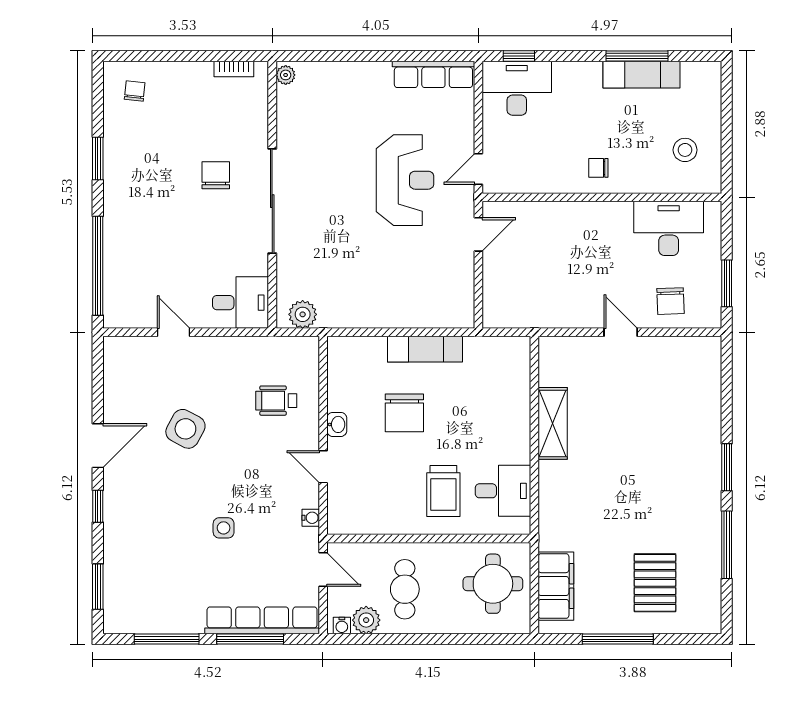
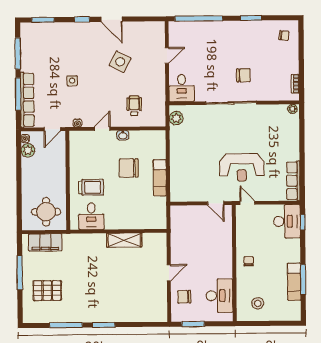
trolley: (443, 491) -> (91, 187), turned 180
cafe table: (405, 589) -> (43, 169), removed

